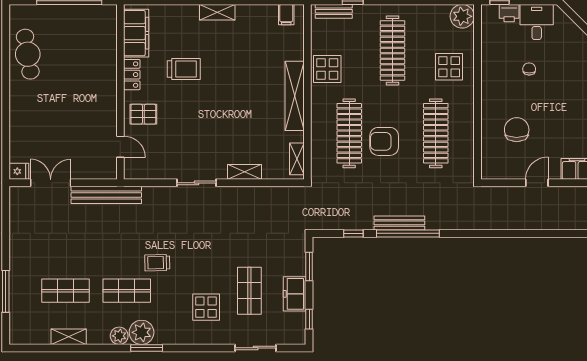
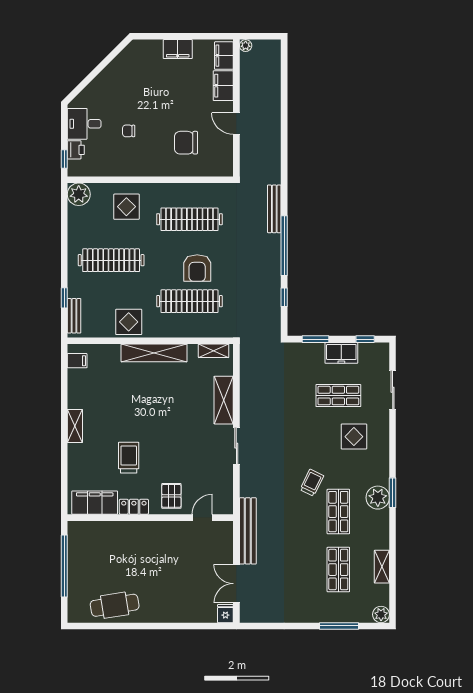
shelving: (245, 172) -> (224, 400), width x1.50, depth x1.33
bench: (399, 223) -> (274, 209), moved
trolley: (157, 263) -> (312, 483), turned -153
plant: (119, 336) -> (381, 614), moved

